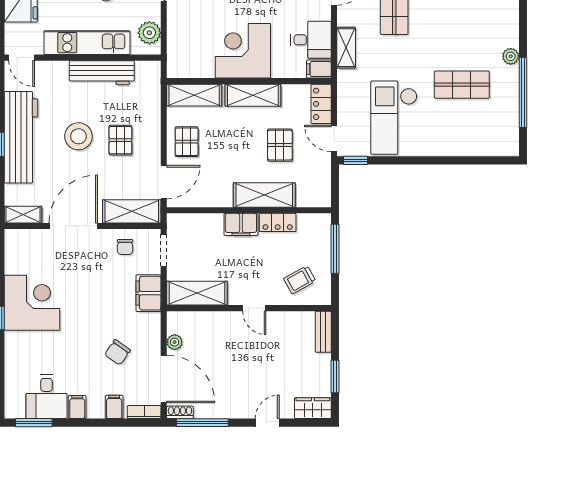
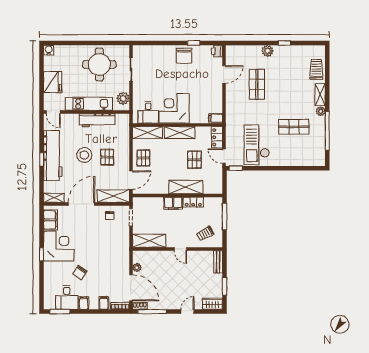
desk: (311, 40) -> (148, 112), moved, turned 90
shelving: (346, 48) -> (320, 95), moved
filing cabinet: (149, 293) -> (50, 220), moved, turned 180
chair: (117, 352) -> (80, 273), moved

